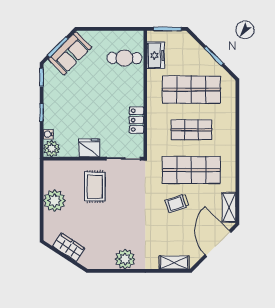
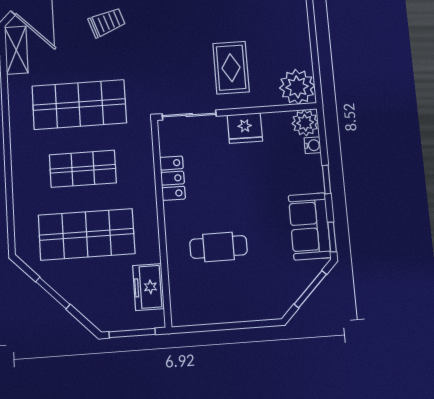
sofa: (70, 53) -> (310, 226), moved, turned -45
cafe table: (124, 58) -> (219, 247), moved
plant: (54, 201) -> (297, 87), moved
trolley: (177, 203) -> (107, 22), moved

